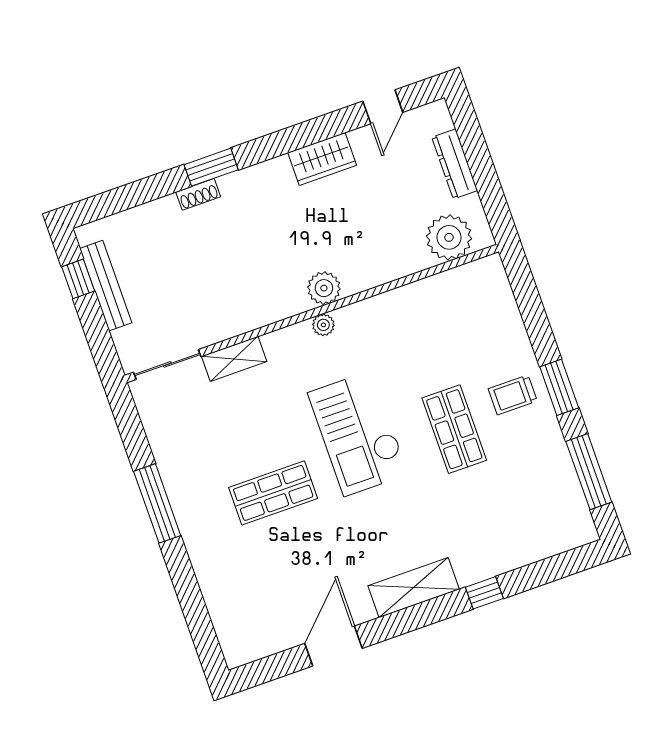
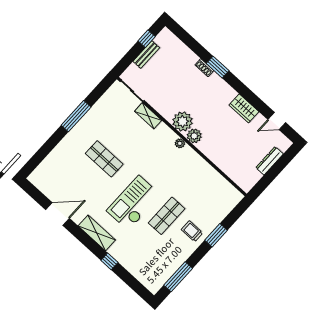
plant: (449, 237) -> (183, 121), moved
bench: (106, 286) -> (146, 55), width x0.73
window: (559, 387) -> (216, 235), moved
checkout: (358, 433) -> (134, 203), moved

